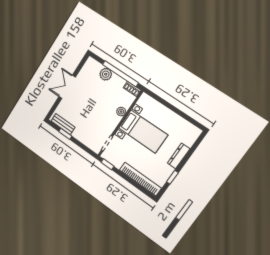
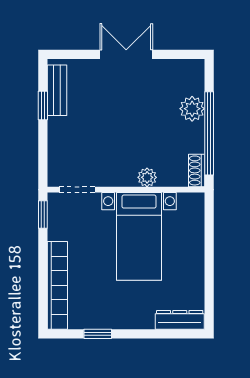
dresser: (179, 156) -> (180, 320), moved

